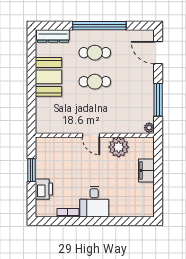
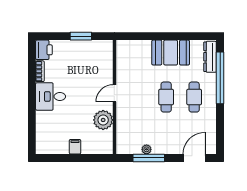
window: (99, 26) -> (220, 78), moved
plant: (149, 128) -> (147, 149), moved
filing cabinet: (146, 170) -> (75, 147), width x0.50
printer: (44, 189) -> (44, 50), moved, turned -90

